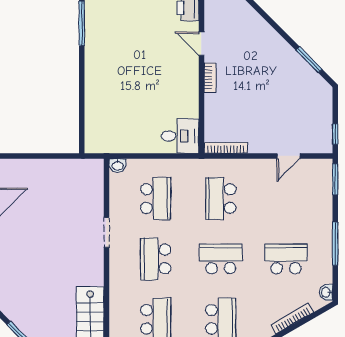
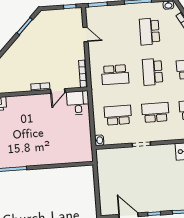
door: (201, 44) -> (58, 91), moved
school desk: (156, 259) -> (155, 112), turned 180

